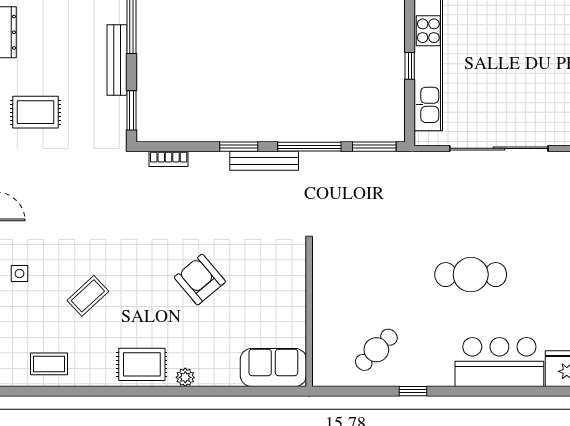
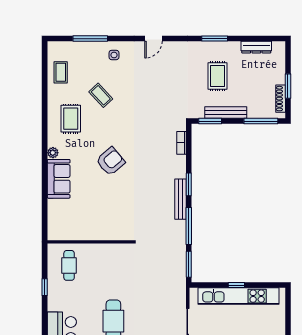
bench: (117, 60) -> (226, 113), moved
rug: (36, 112) -> (218, 76), moved
wall: (309, 314) -> (90, 242), moved
cafe table: (376, 350) -> (69, 265), turned 45
rug: (142, 364) -> (71, 119), moved
sofa: (273, 367) -> (59, 179), moved

